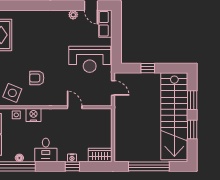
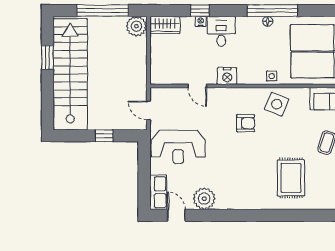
plant: (73, 15) -> (204, 199), width x1.87, depth x1.87
reception desk: (90, 59) -> (178, 147), turned 180
window: (192, 100) -> (47, 95), removed
nightstand: (33, 115) -> (227, 76), moved
desk: (46, 150) -> (221, 31), moved
plant: (122, 154) -> (136, 26), added

